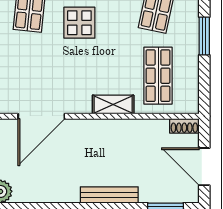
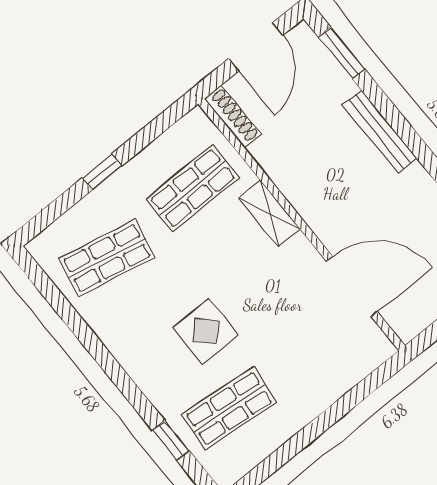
window: (204, 36) -> (102, 172), width x0.67
shoe rack: (184, 126) -> (233, 117), width x1.43

